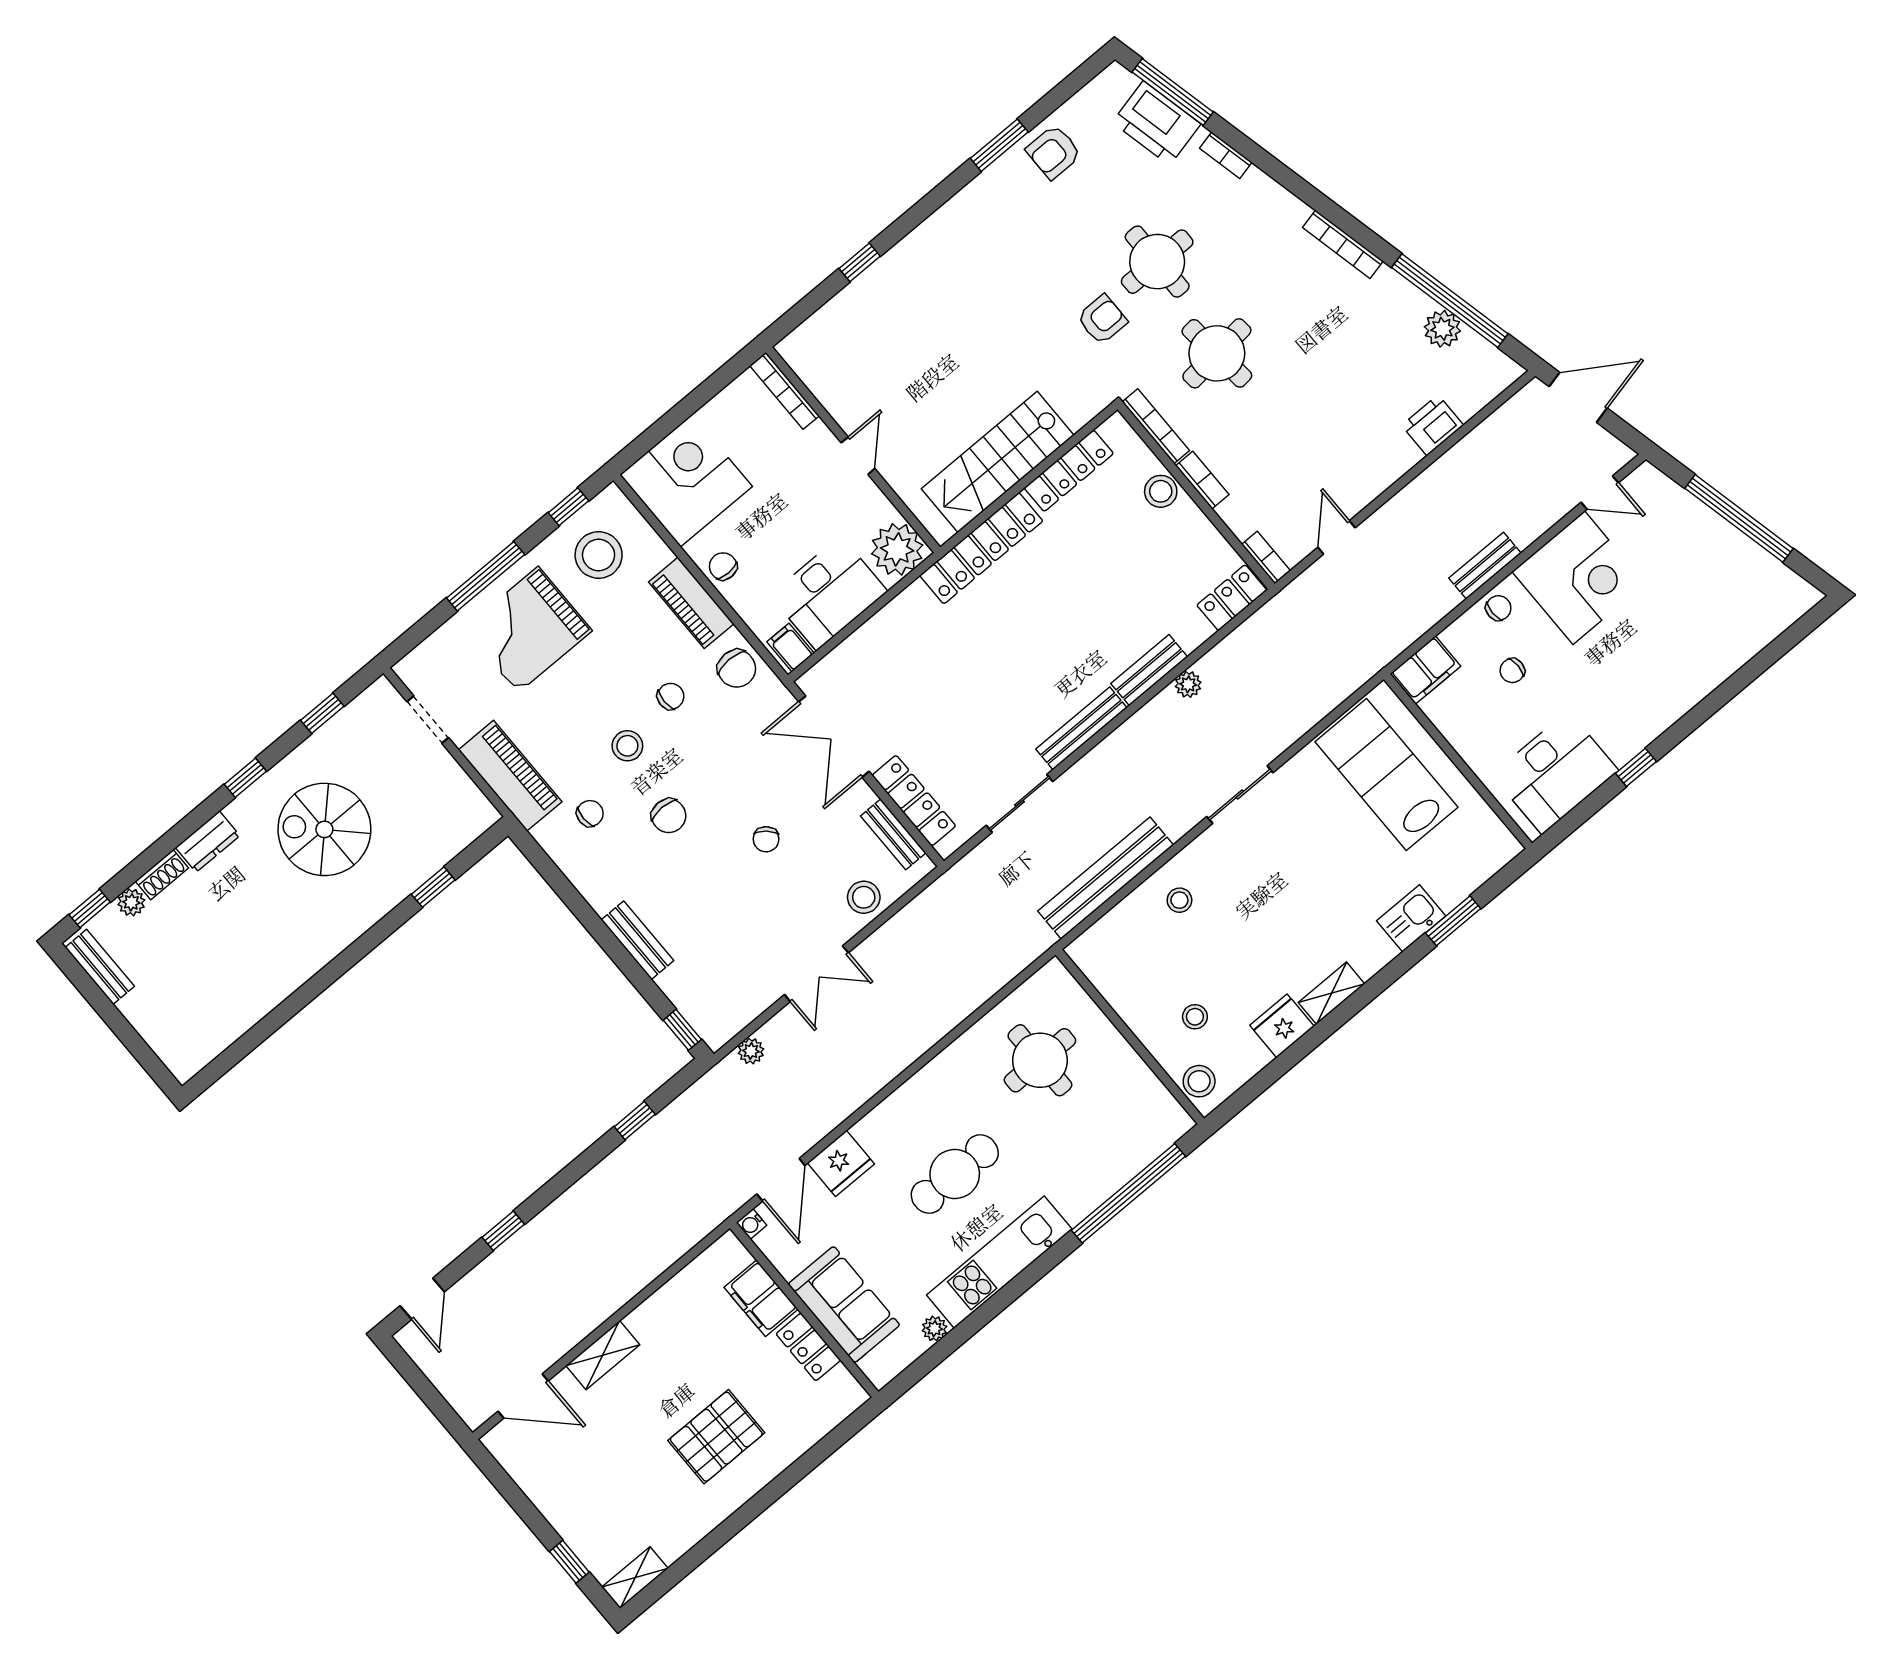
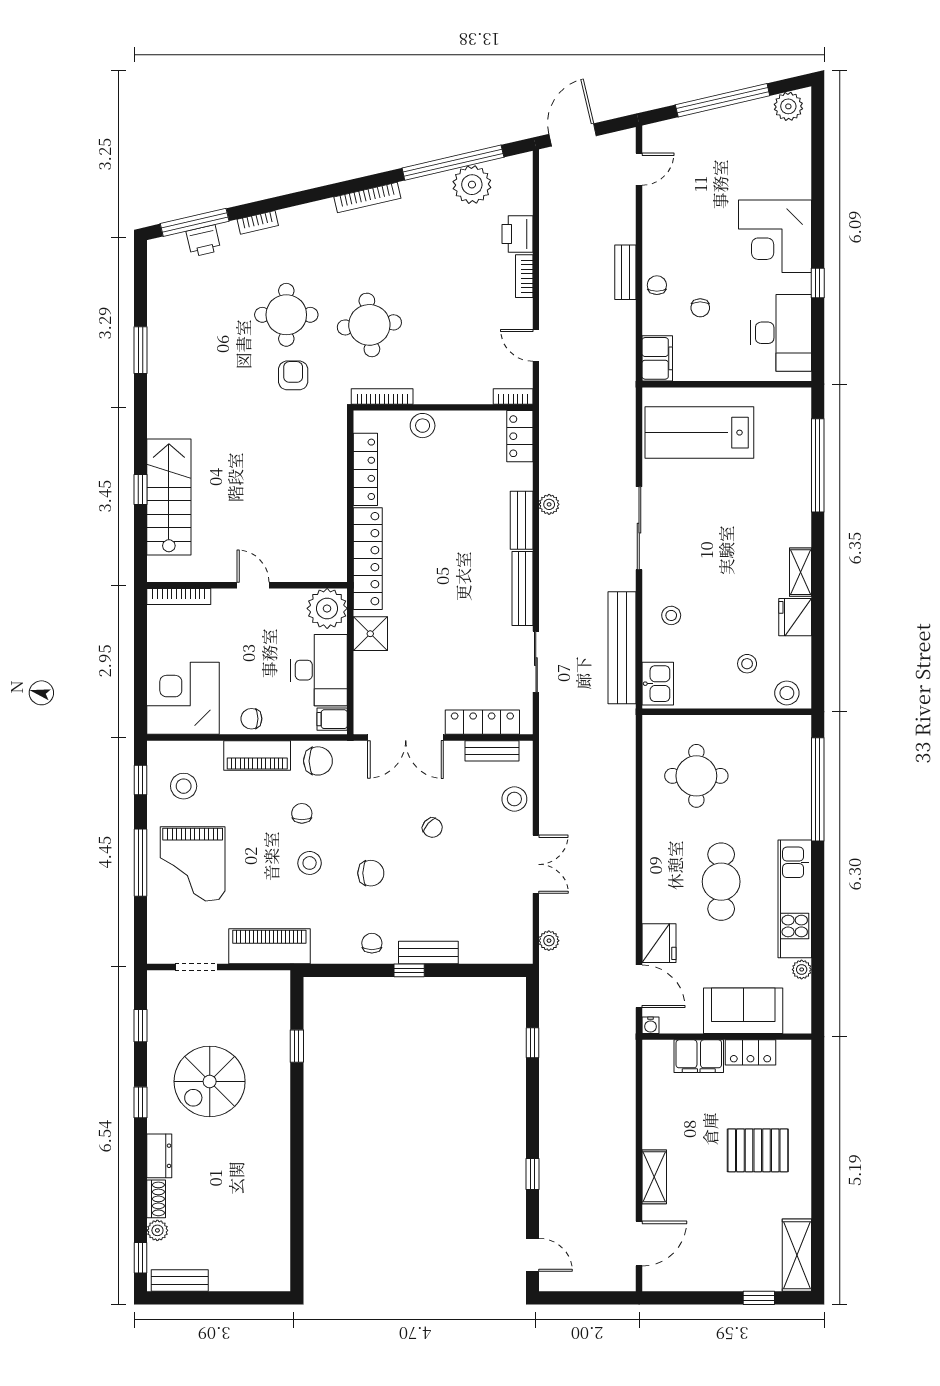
printer: (1156, 123) -> (203, 241), width x0.53, depth x0.68
armchair: (1054, 152) -> (171, 322), removed
plant: (1442, 329) -> (472, 185), width x1.36, depth x1.36
stairs: (998, 462) -> (169, 497), moved, turned 180
bookcase: (1202, 480) -> (524, 276), moved, turned -90
stool: (599, 555) -> (184, 786), width x0.73, depth x0.73
corner desk: (1579, 578) -> (775, 236), moved, turned 180
plant: (1788, 589) -> (788, 106), added
shower: (908, 614) -> (370, 634), added
sliding door: (1240, 795) -> (639, 528), width x1.37
chair: (590, 813) -> (372, 943), moved
kitchen sink: (1411, 918) -> (658, 684), moved, turned 180
window: (1453, 921) -> (818, 465), width x2.11
window: (682, 1030) -> (409, 970), moved
pallet: (716, 1437) -> (758, 1150), turned 90
shelving: (635, 1578) -> (797, 1255), width x1.50, depth x1.33

